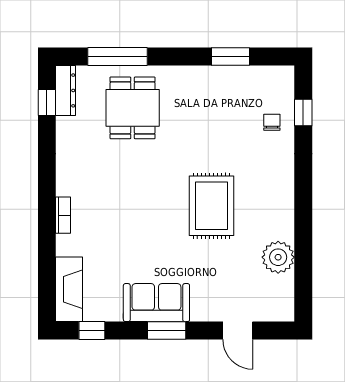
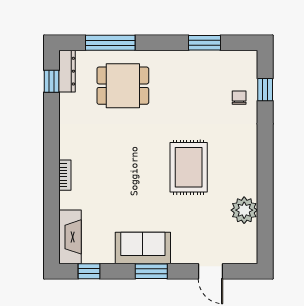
dining table: (133, 108) -> (123, 86), turned 90

